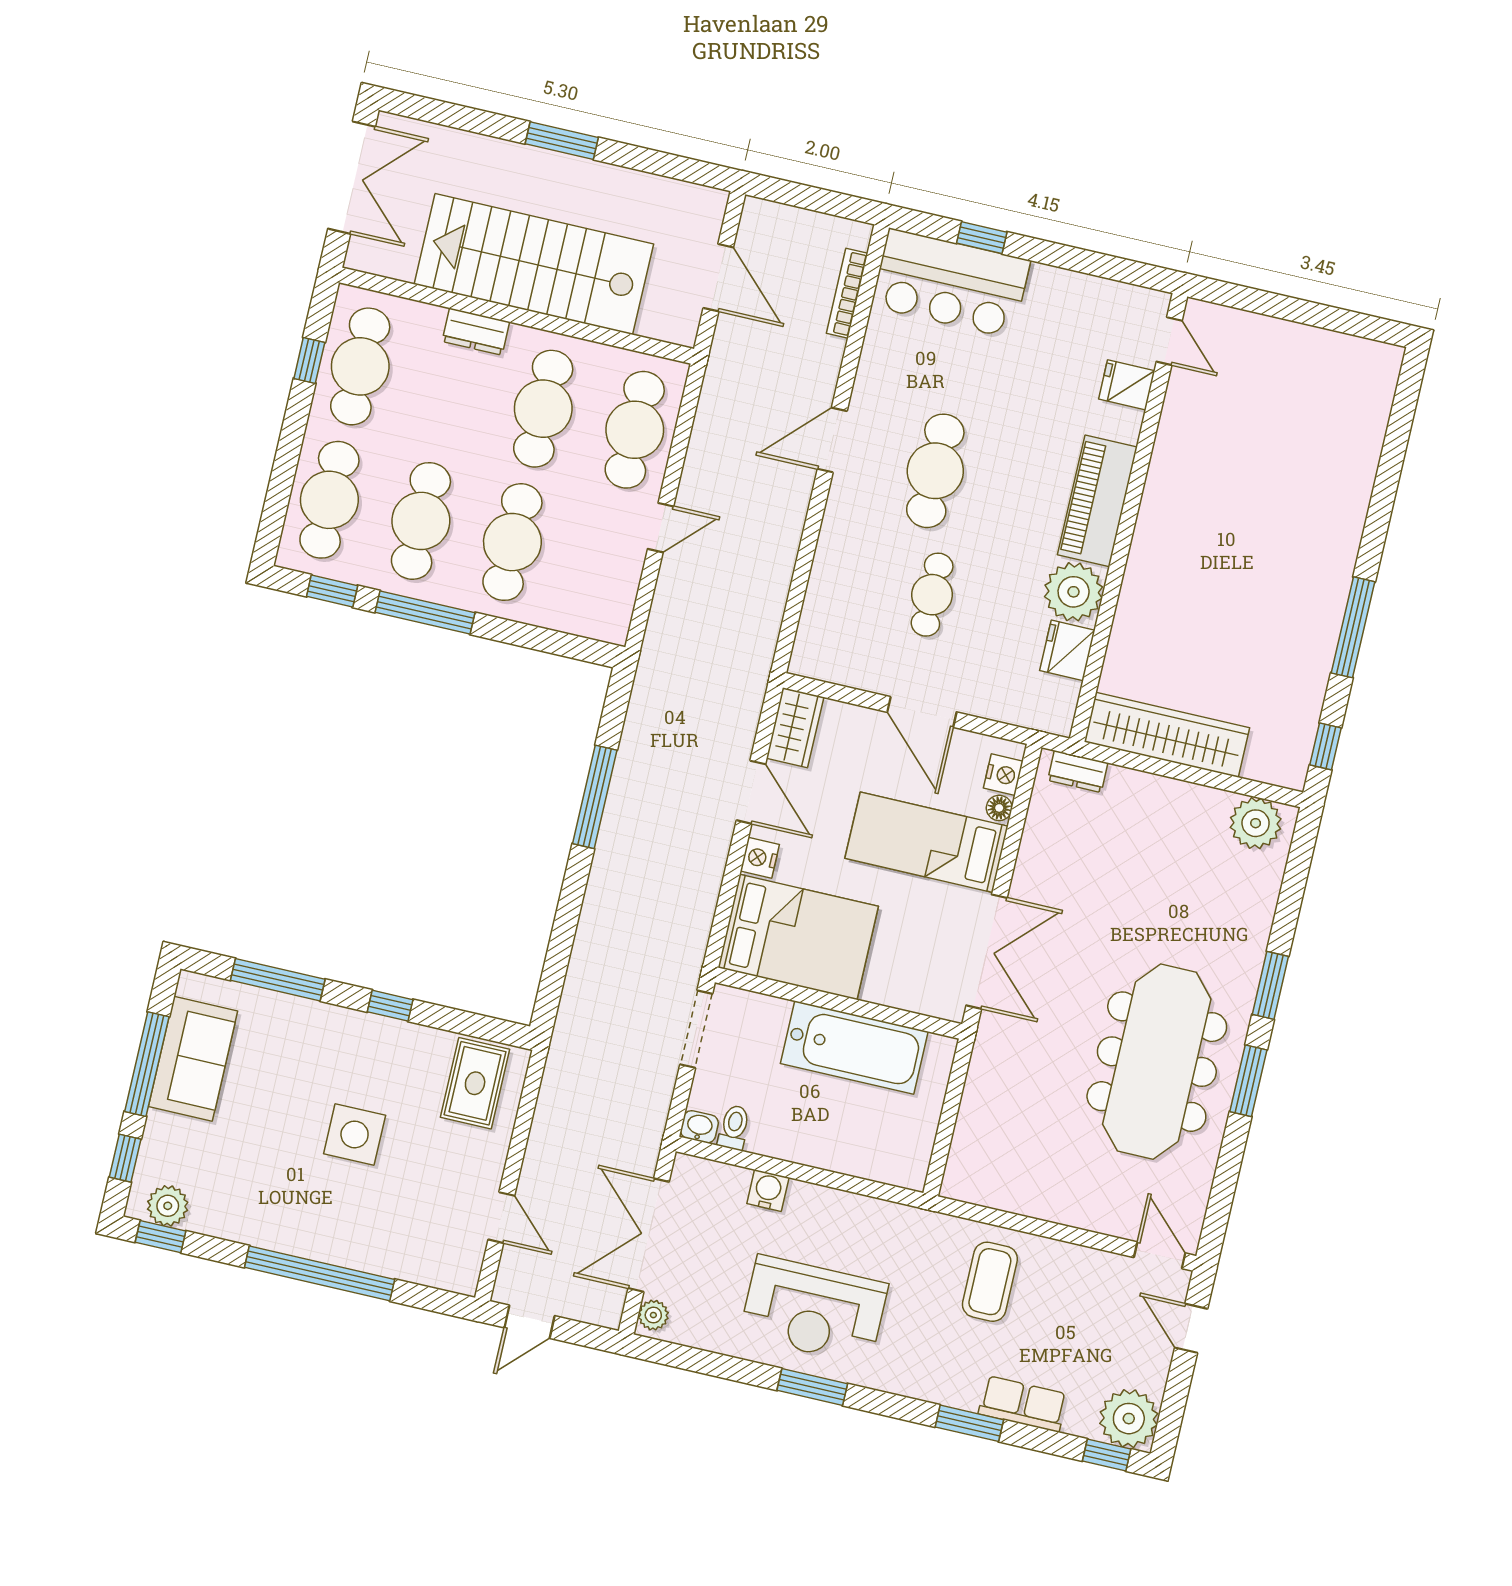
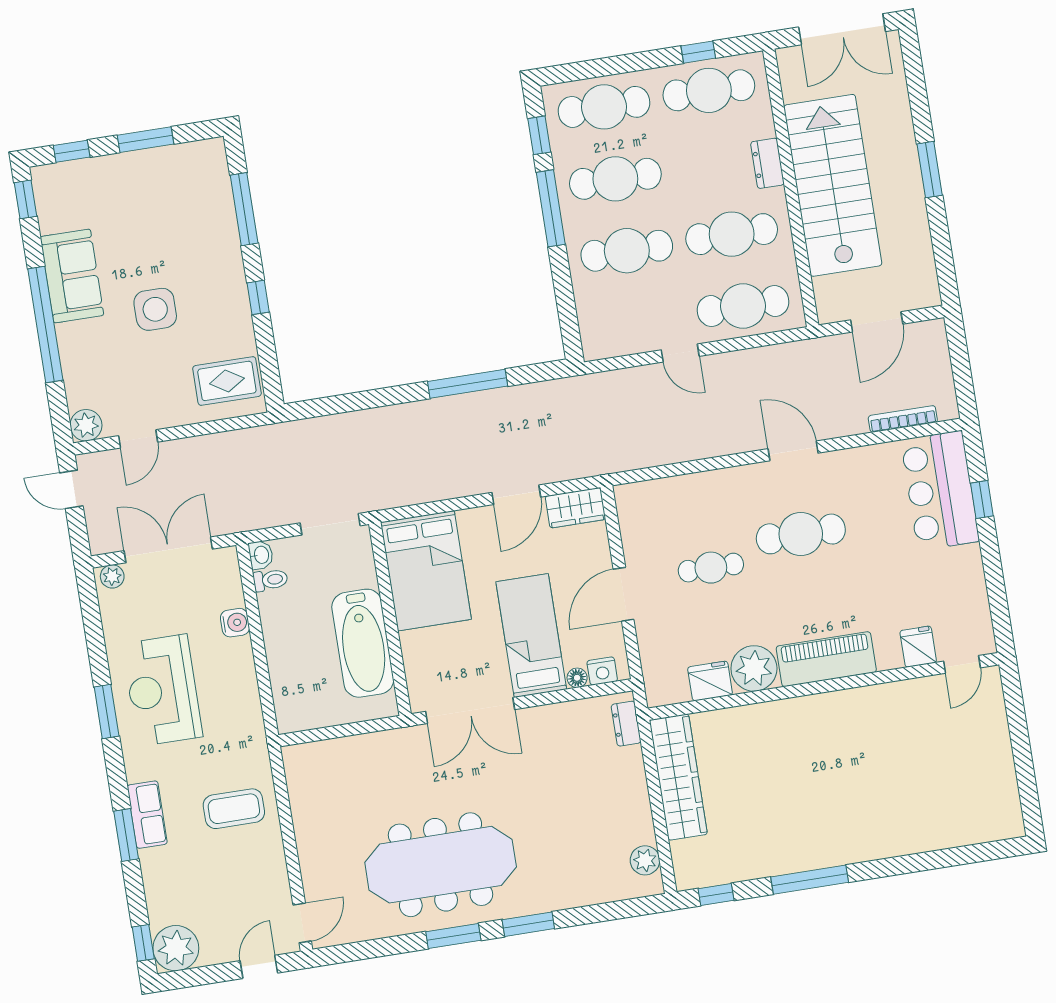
plant: (1256, 823) -> (645, 860), width x0.73, depth x0.73
nightstand: (760, 858) -> (472, 520), removed
sofa: (193, 1059) -> (72, 276), moved, turned -90
window: (147, 1064) -> (145, 140), width x0.69
plant: (168, 1206) -> (86, 425), moved
row of seats: (1023, 1404) -> (147, 815), moved

